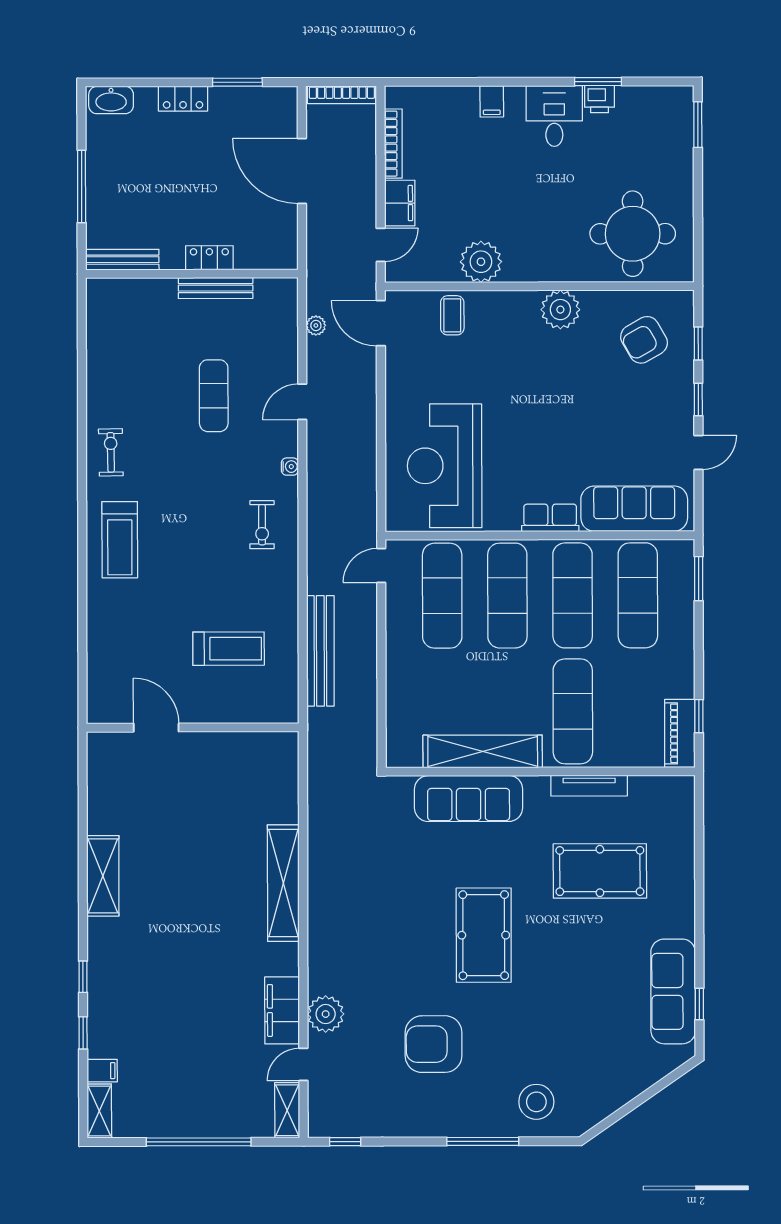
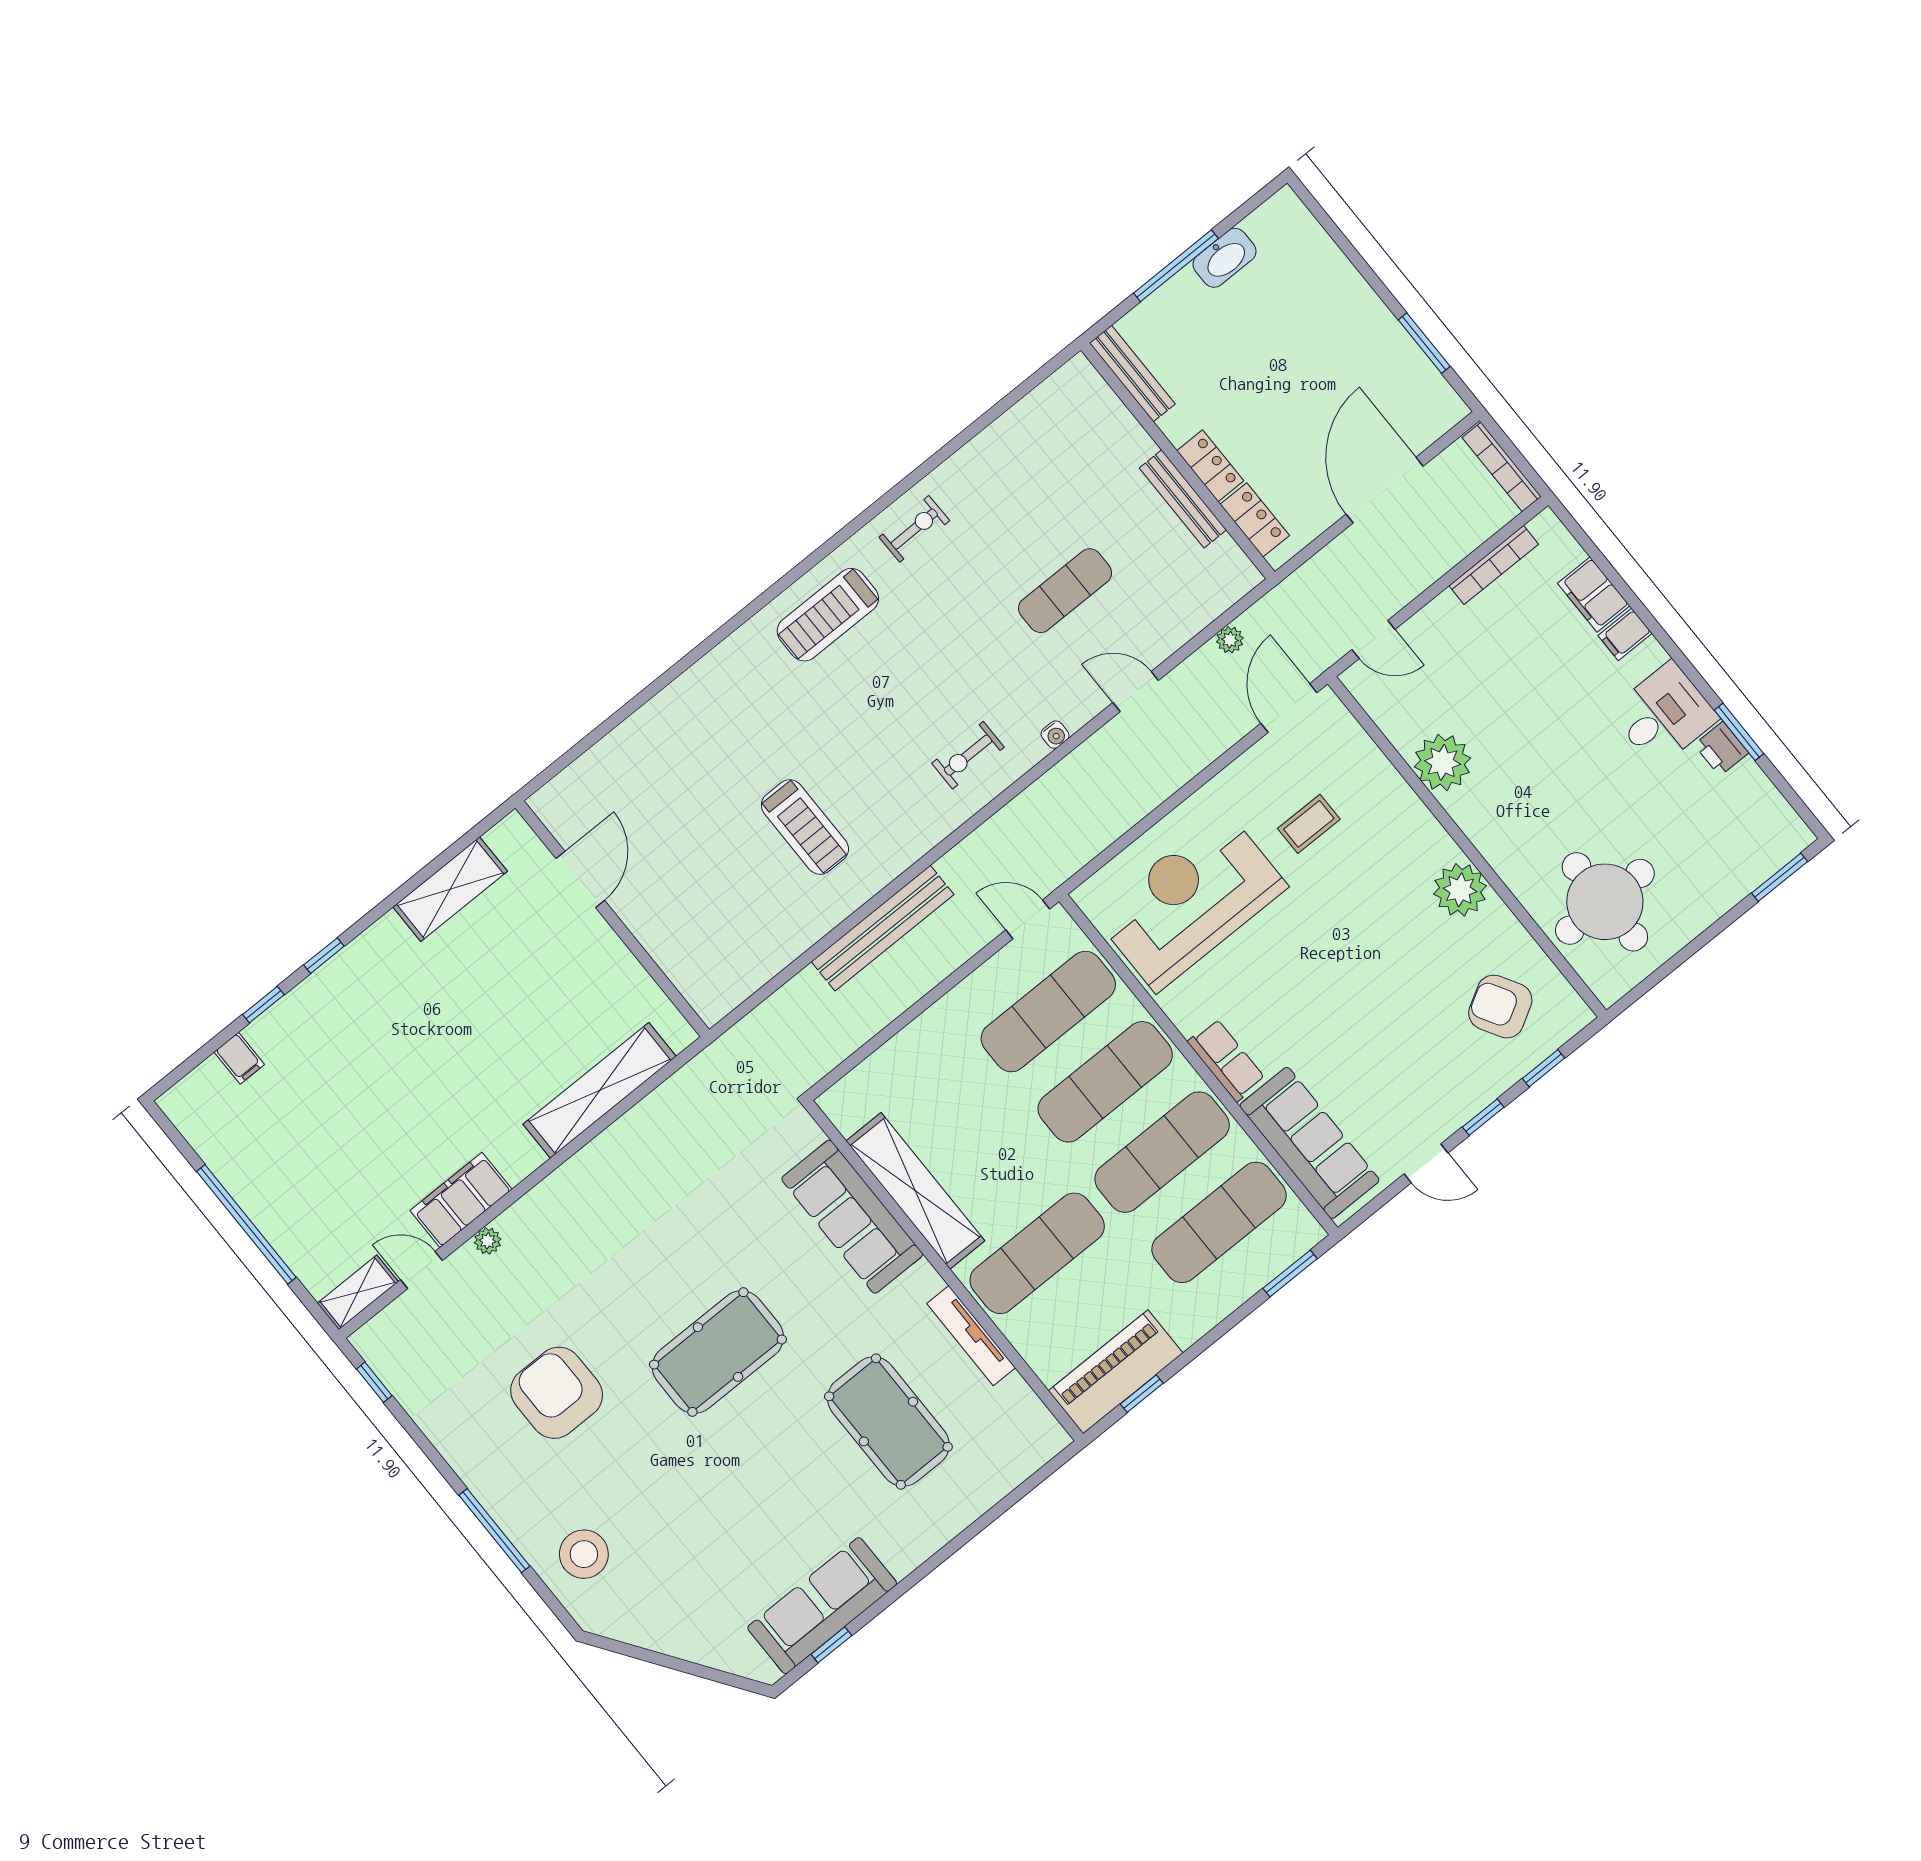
locker: (183, 99) -> (1255, 520), moved, turned 180
washbasin: (111, 100) -> (1225, 258), moved, turned -90
filing cabinet: (400, 203) -> (1594, 595), moved, turned 90
coffee table: (452, 315) -> (1309, 824), moved
door: (156, 728) -> (580, 879), moved
wall: (193, 728) -> (612, 919), moved
piano: (680, 733) -> (1116, 1372), width x1.37, depth x1.33
plant: (326, 1014) -> (488, 1241), width x0.53, depth x0.53
shelving: (99, 1111) -> (193, 1090), removed

